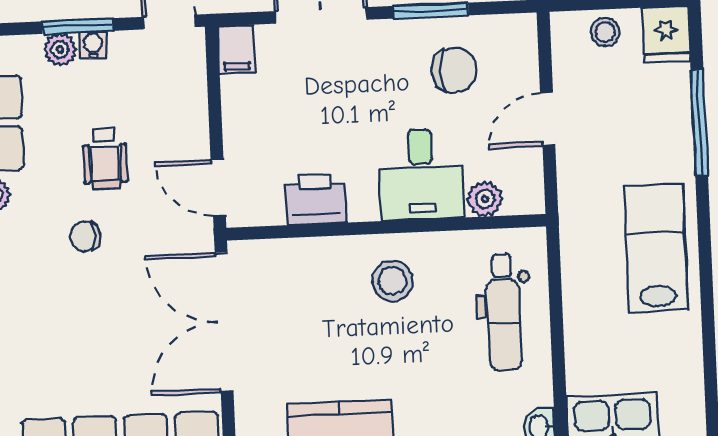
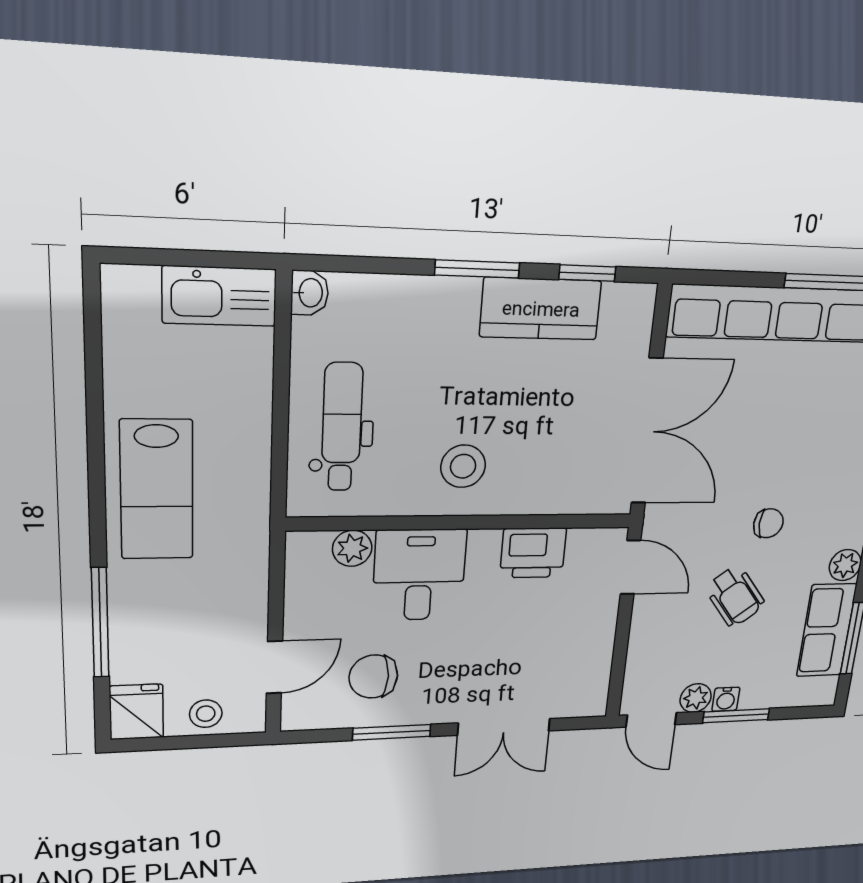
plant: (60, 49) -> (696, 698), moved
filing cabinet: (236, 49) -> (591, 696), removed
door: (548, 119) -> (274, 667), moved
wheelchair: (105, 159) -> (735, 596), turned 142

